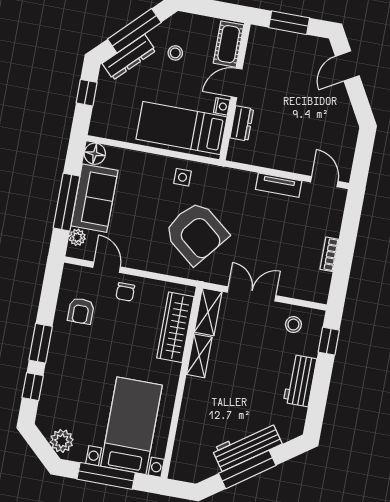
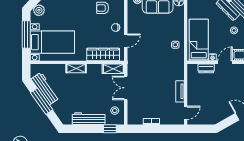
door: (237, 83) -> (225, 62), hinge flipped
armchair: (196, 233) -> (150, 56), removed
door: (107, 267) -> (126, 41), moved
double door: (251, 294) -> (126, 88), swing flipped
shelving: (199, 356) -> (76, 68), moved
workbench: (300, 381) -> (89, 119), width x1.38
workbench: (247, 446) -> (45, 89), moved

